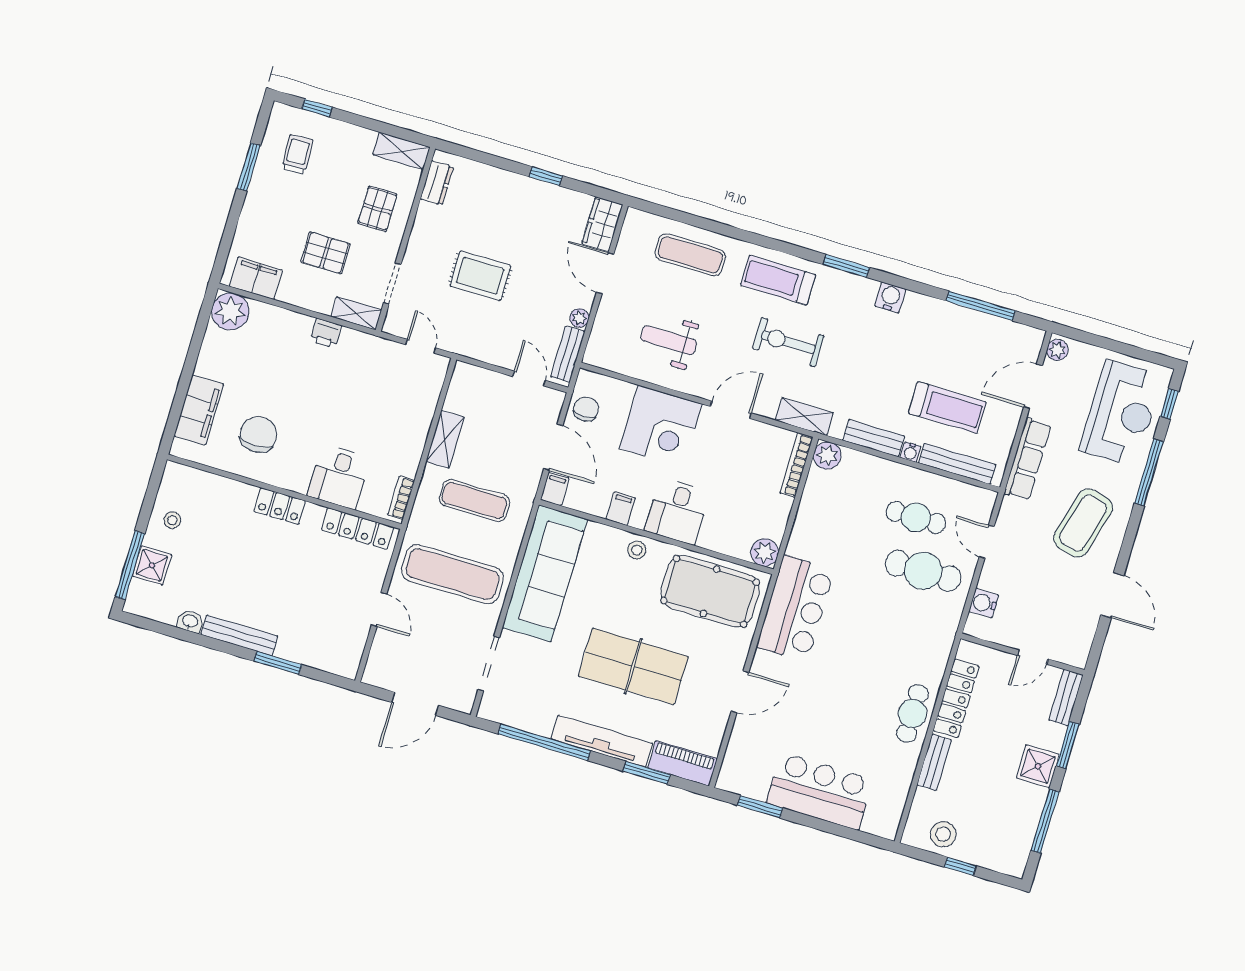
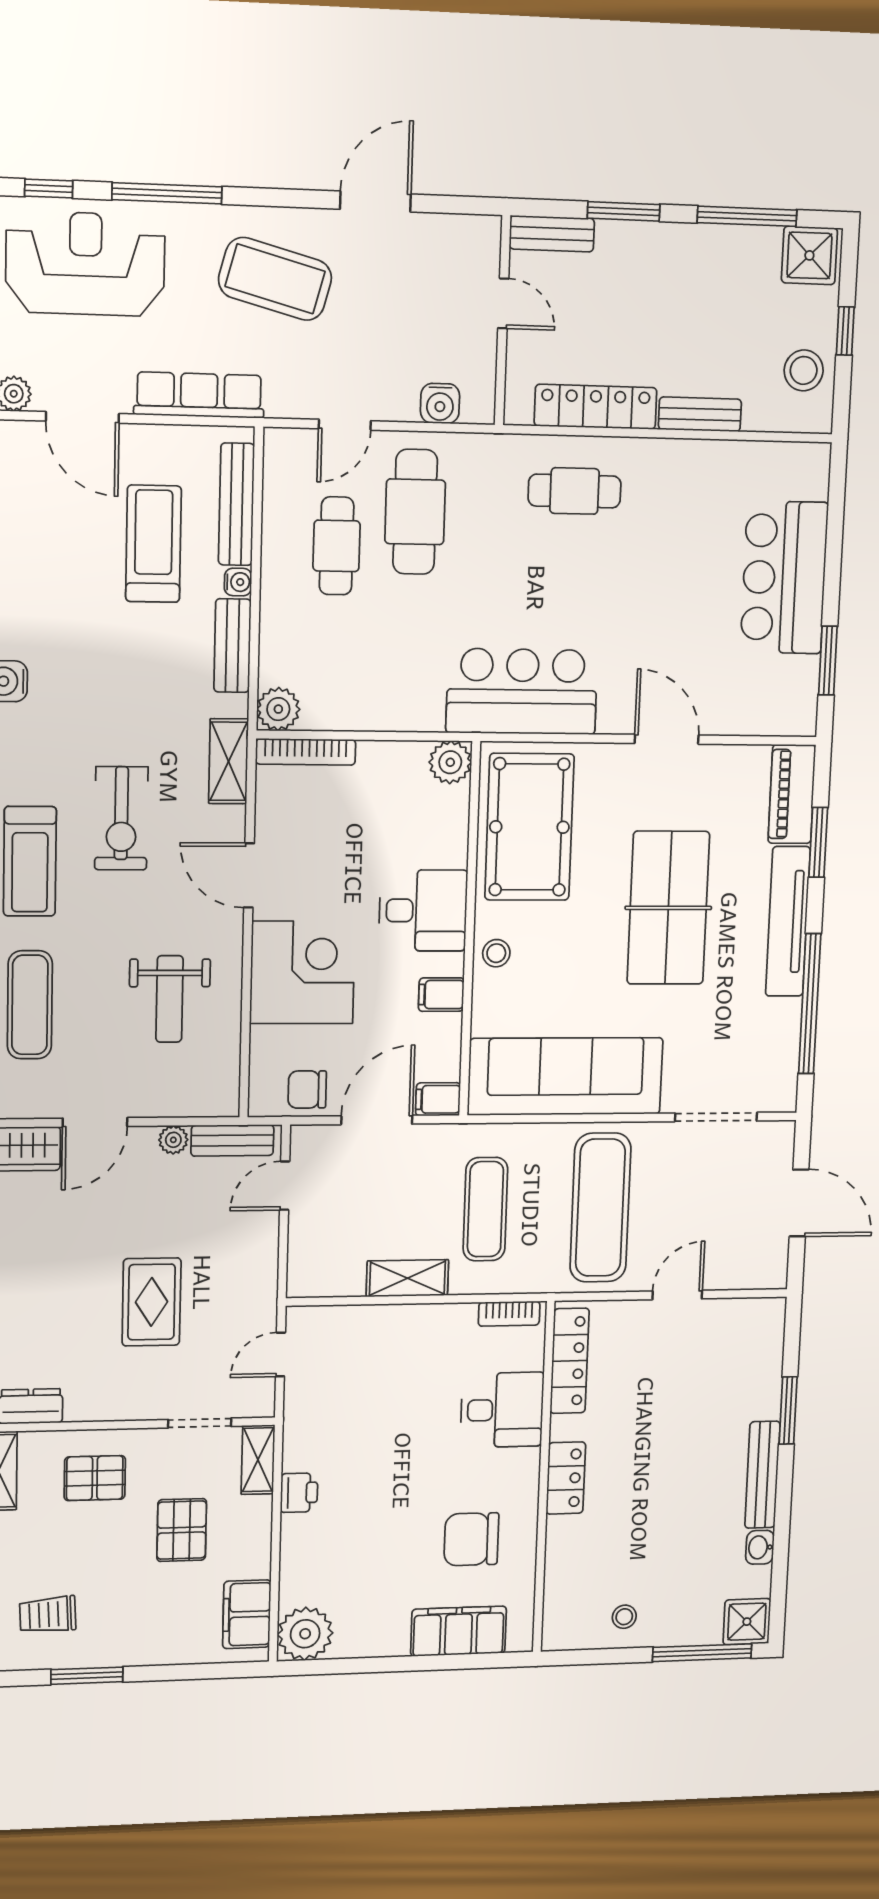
shower: (152, 565) -> (747, 1622), moved
cafe table: (912, 713) -> (575, 491), moved
shower: (1038, 766) -> (809, 255), moved

